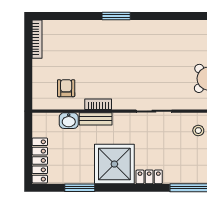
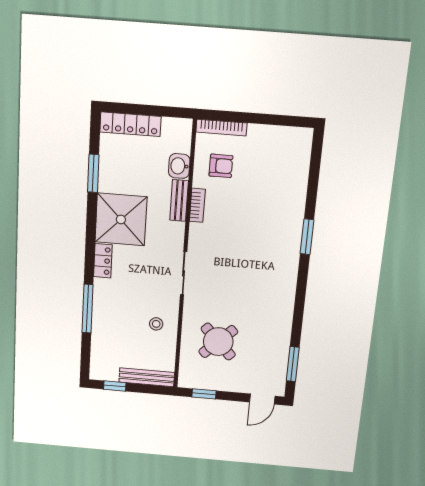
bookcase: (37, 39) -> (221, 128), moved

